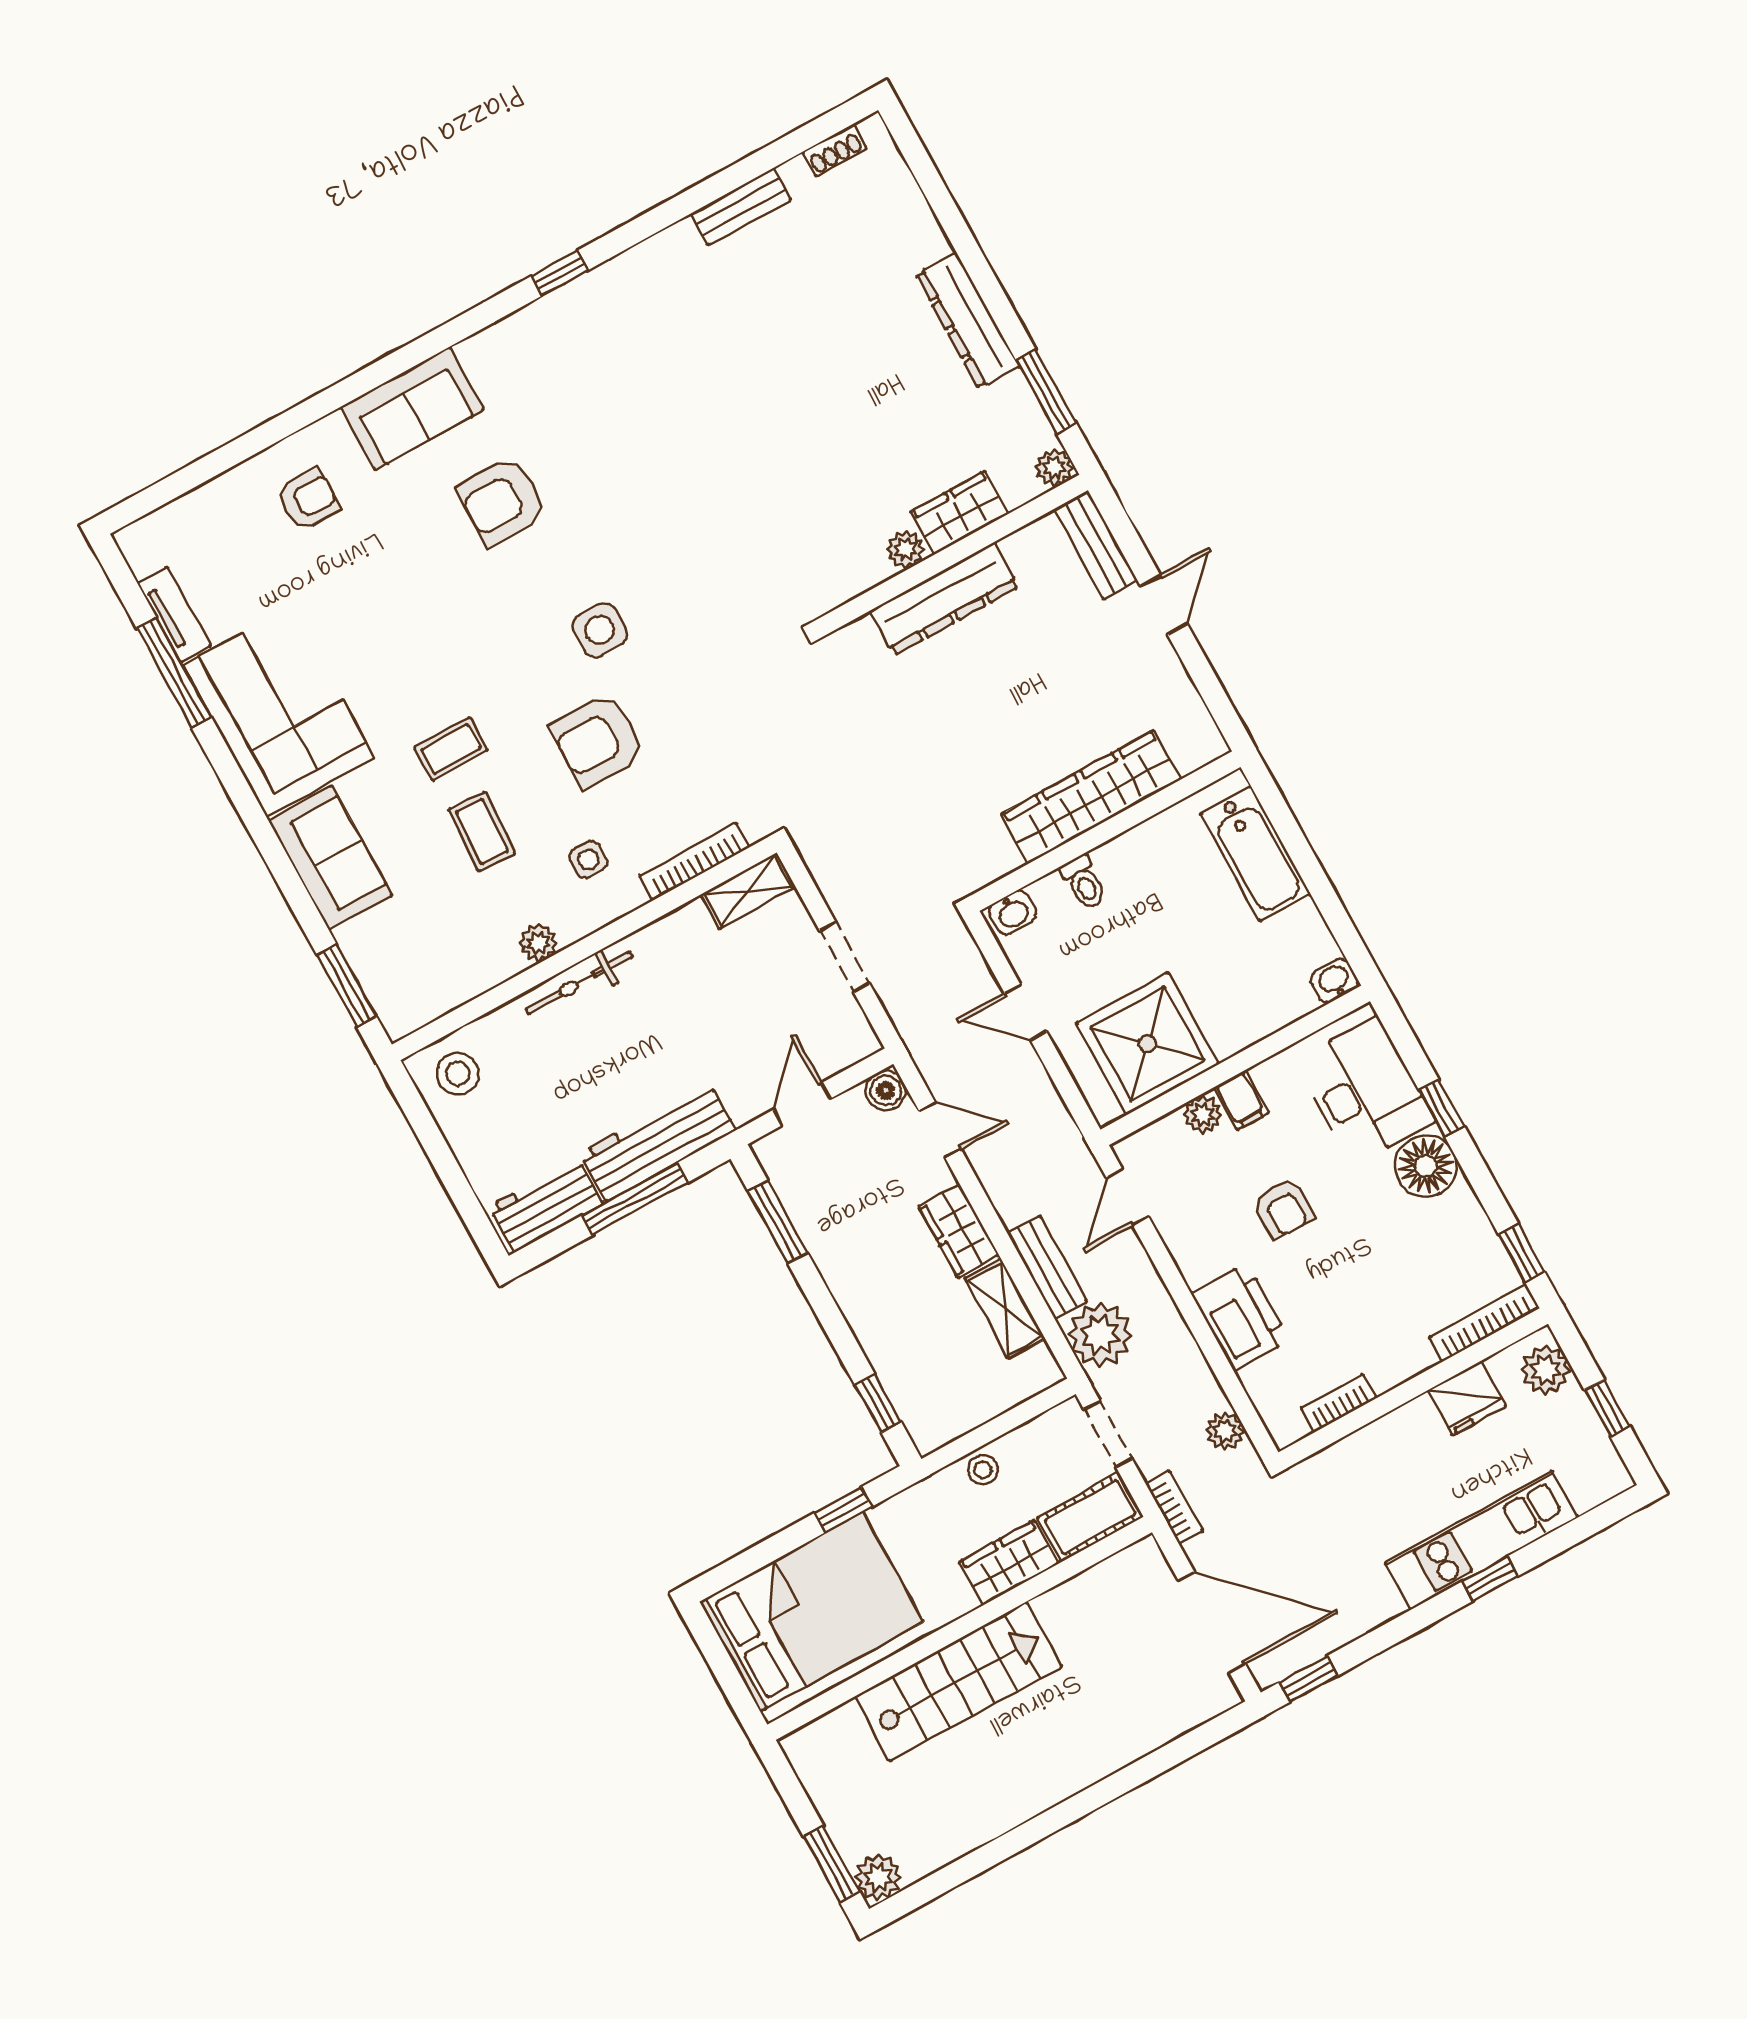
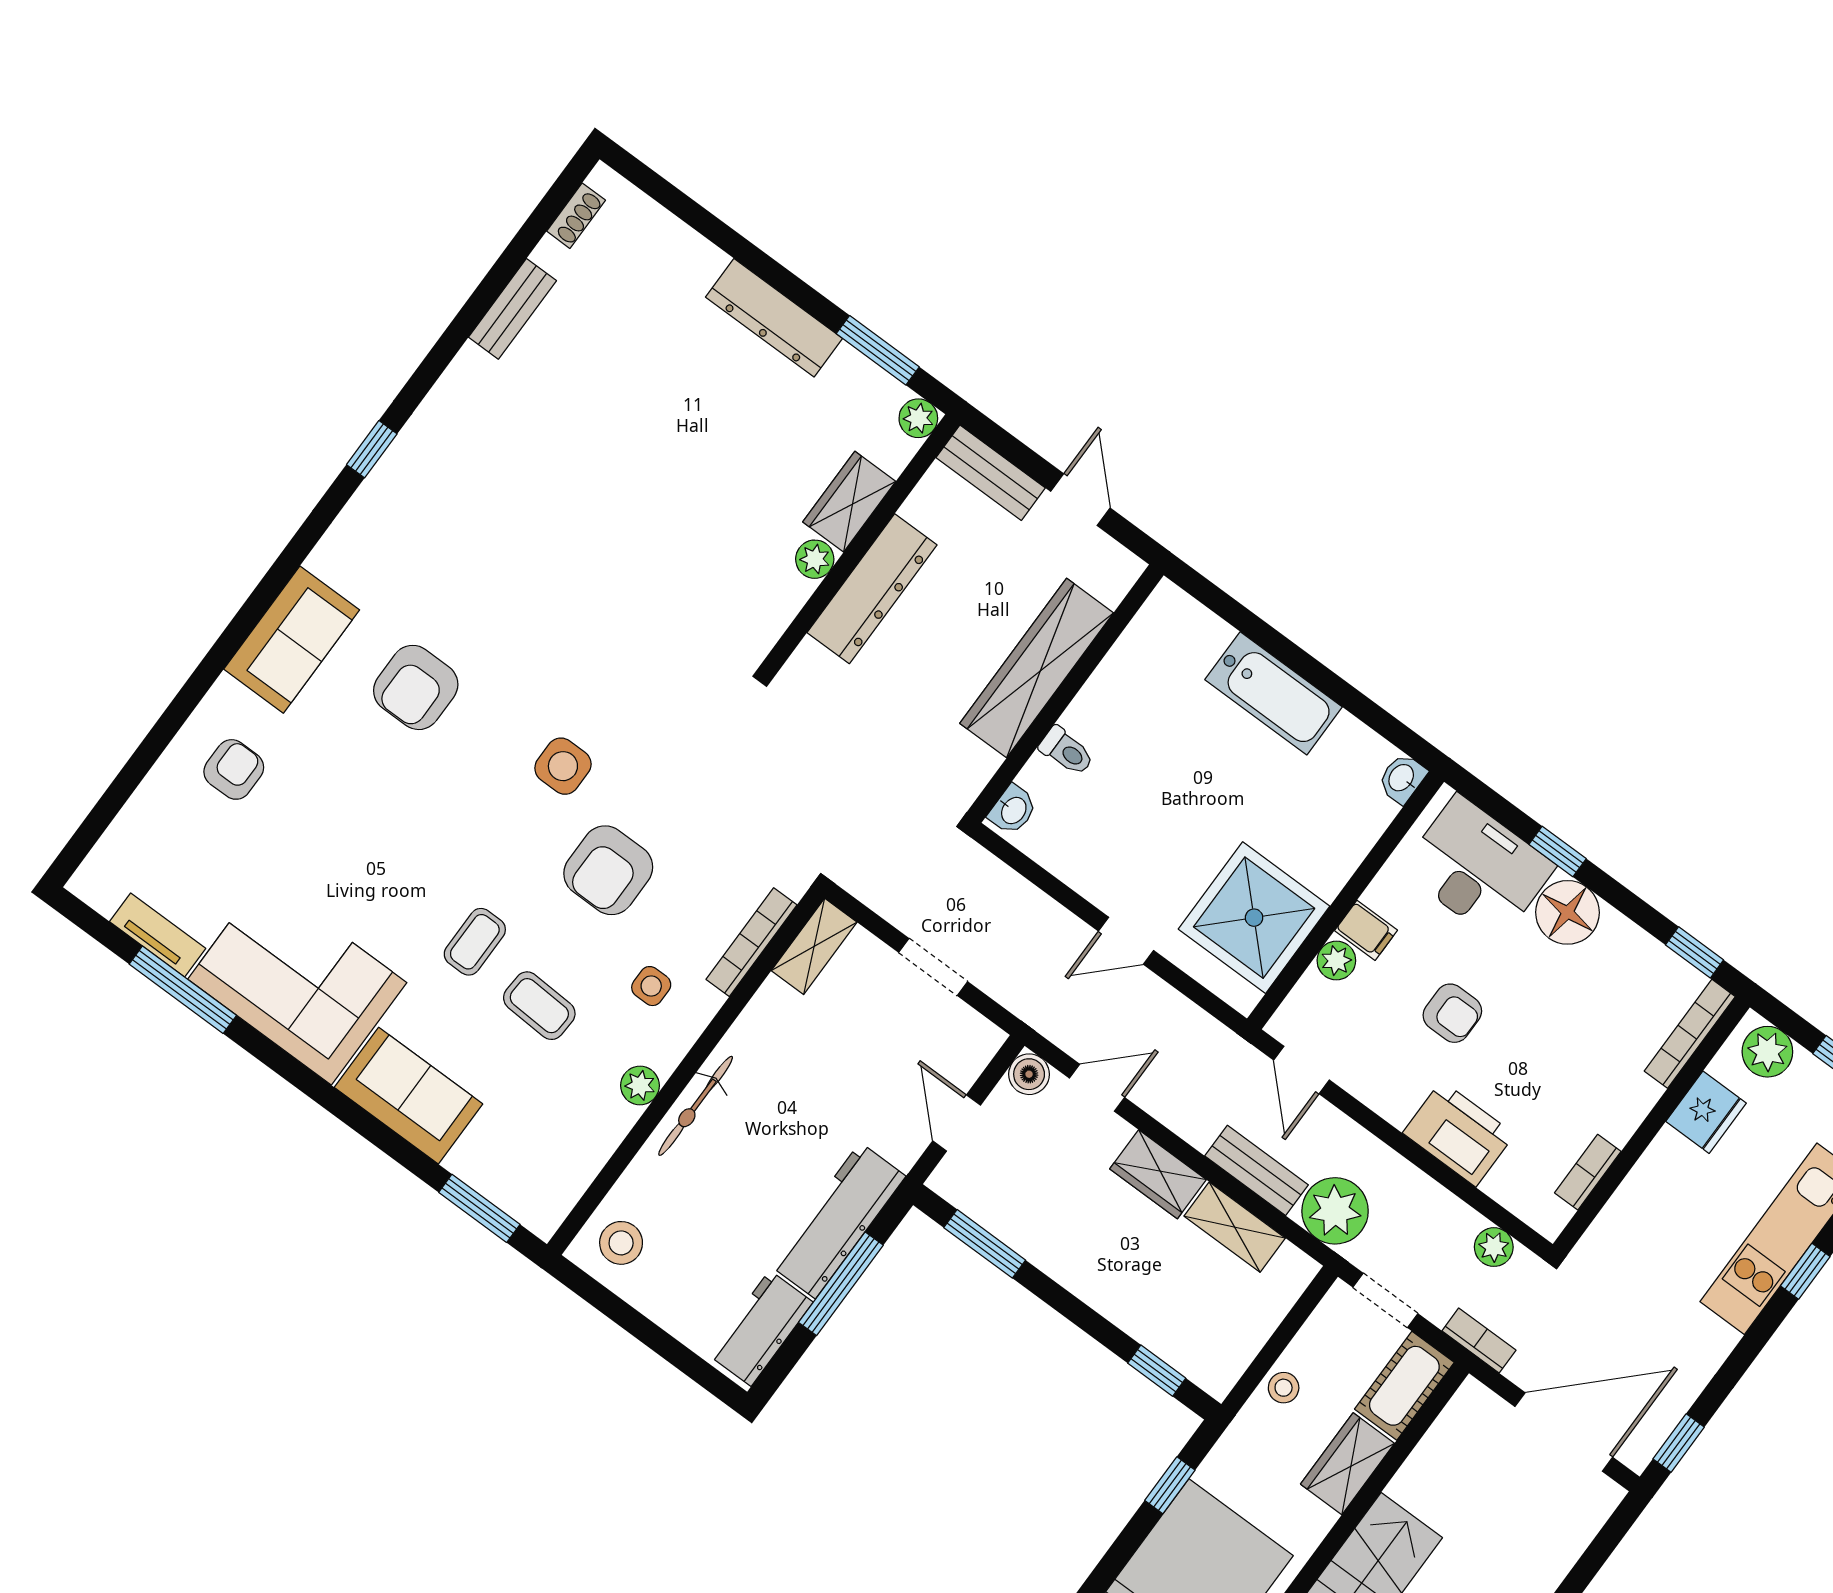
wardrobe: (1091, 797) -> (1037, 668), moved
wall: (1106, 831) -> (1065, 694), moved
toilet: (1084, 882) -> (1067, 751), moved
washbasin: (1013, 912) -> (1013, 810), moved

